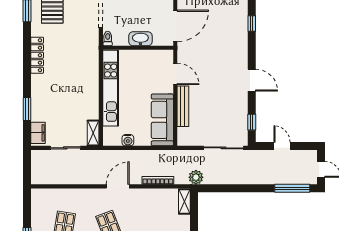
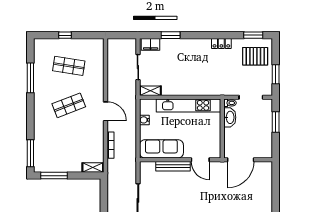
door: (175, 26) -> (241, 160), hinge flipped
washbasin: (140, 39) -> (230, 117), moved
locker: (37, 55) -> (221, 44), width x0.66
door: (175, 74) -> (200, 160), hinge flipped
plant: (196, 177) -> (113, 177), removed

